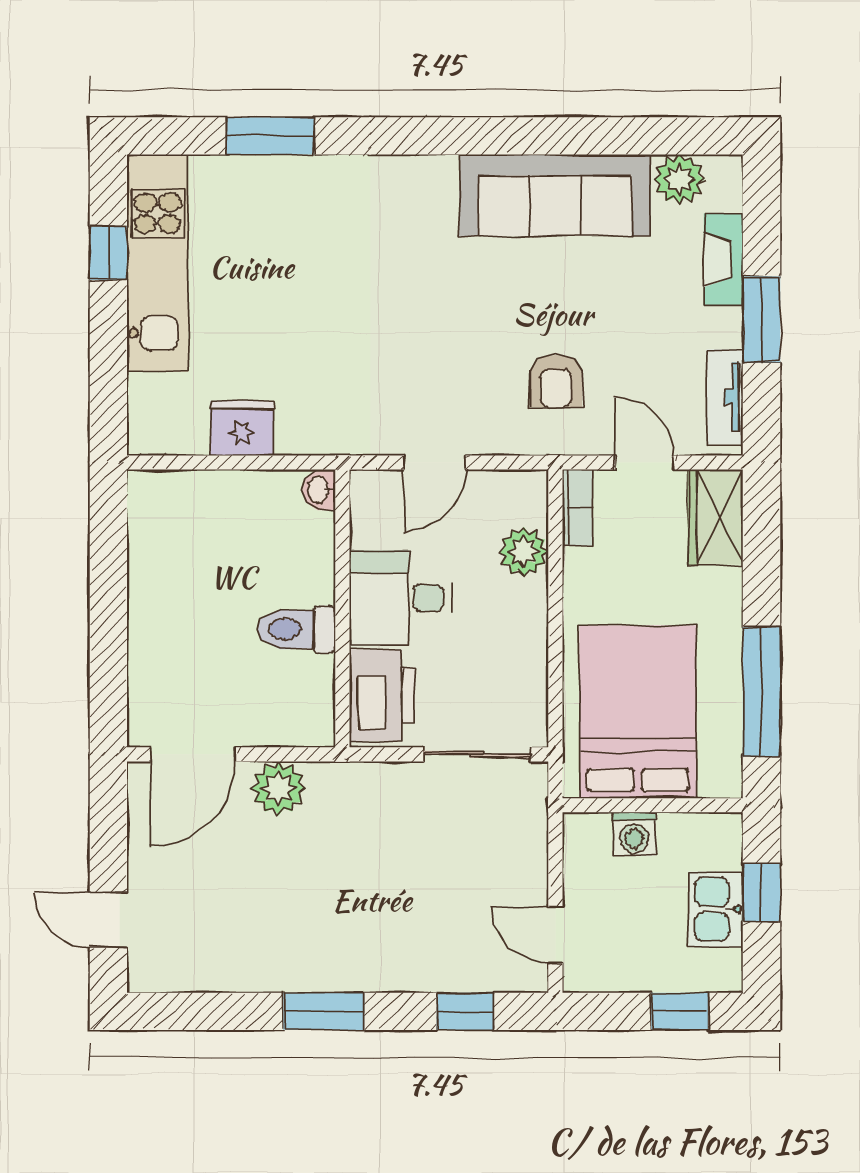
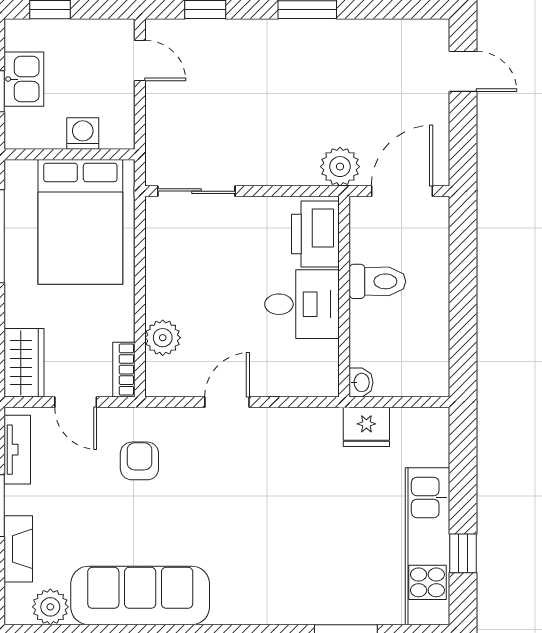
washbasin: (319, 490) -> (361, 382), moved
desk: (401, 598) -> (302, 304), moved
wall: (342, 608) -> (344, 297), moved
toilet: (296, 629) -> (377, 281), moved
printer: (382, 695) -> (315, 234), moved

